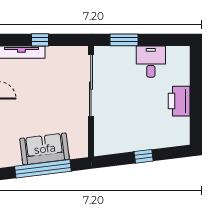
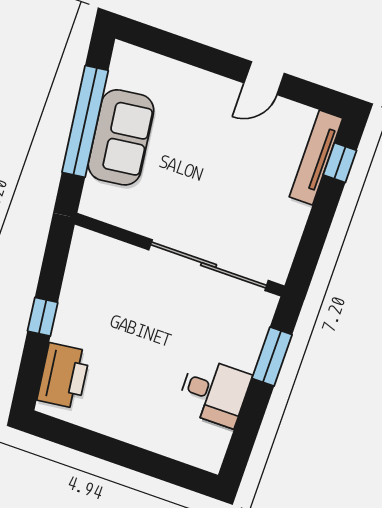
window: (40, 40) -> (340, 163), moved
printer: (179, 101) -> (64, 376), moved, turned 83

